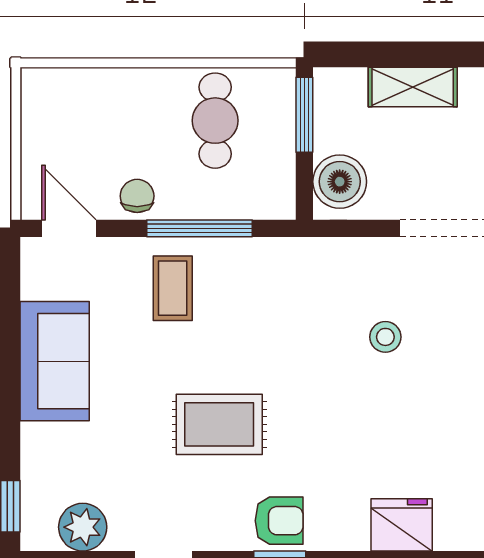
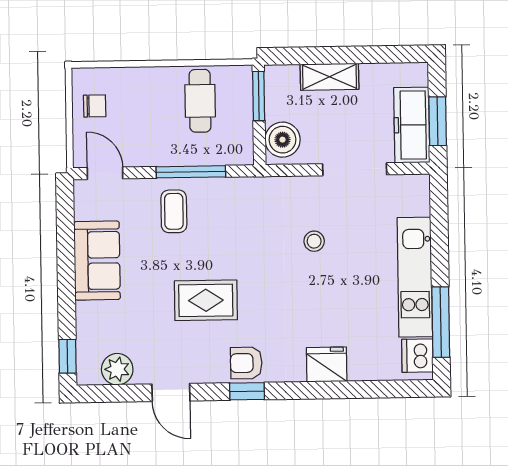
chair: (137, 196) -> (95, 106), moved, turned 90
armchair: (279, 521) -> (246, 363), turned 180

